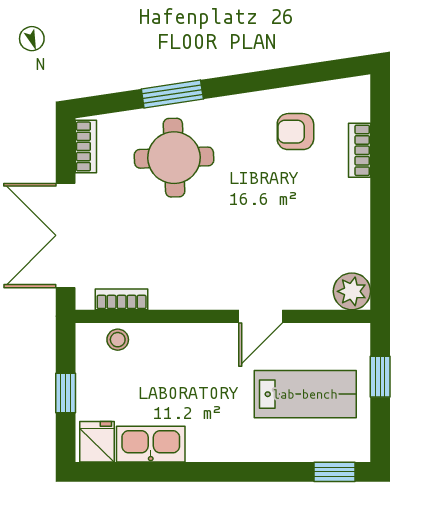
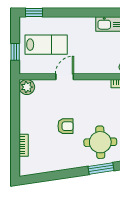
armchair: (295, 132) -> (65, 126), moved
lab bench: (305, 394) -> (46, 45), turned 180

